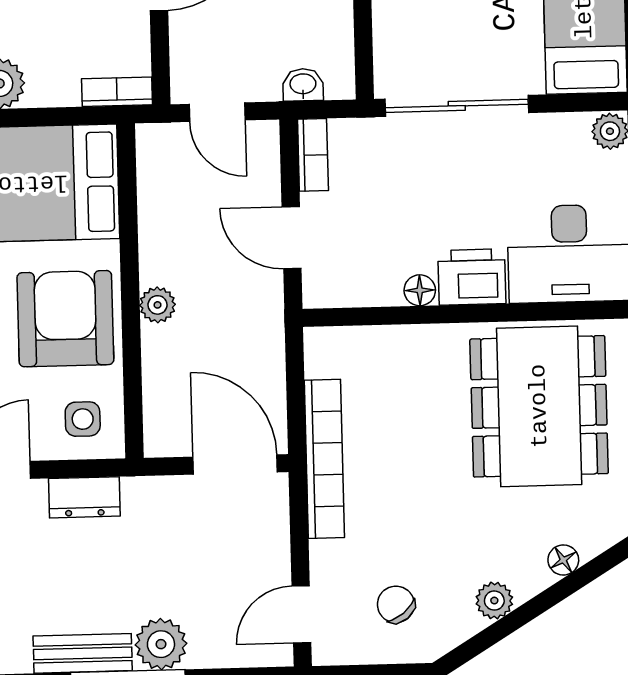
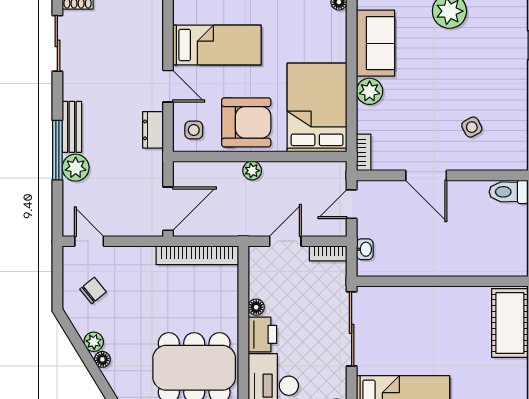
bookcase: (324, 459) -> (197, 255), moved
floor lamp: (563, 560) -> (102, 359), moved

